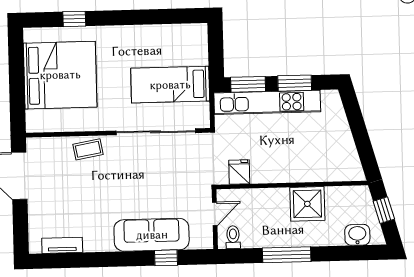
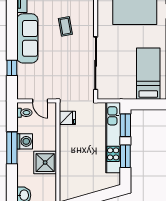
bed: (170, 85) -> (148, 74), moved
coffee table: (88, 149) -> (65, 26), moved
sofa: (152, 235) -> (27, 38), moved
washing machine: (276, 236) -> (25, 141), added

